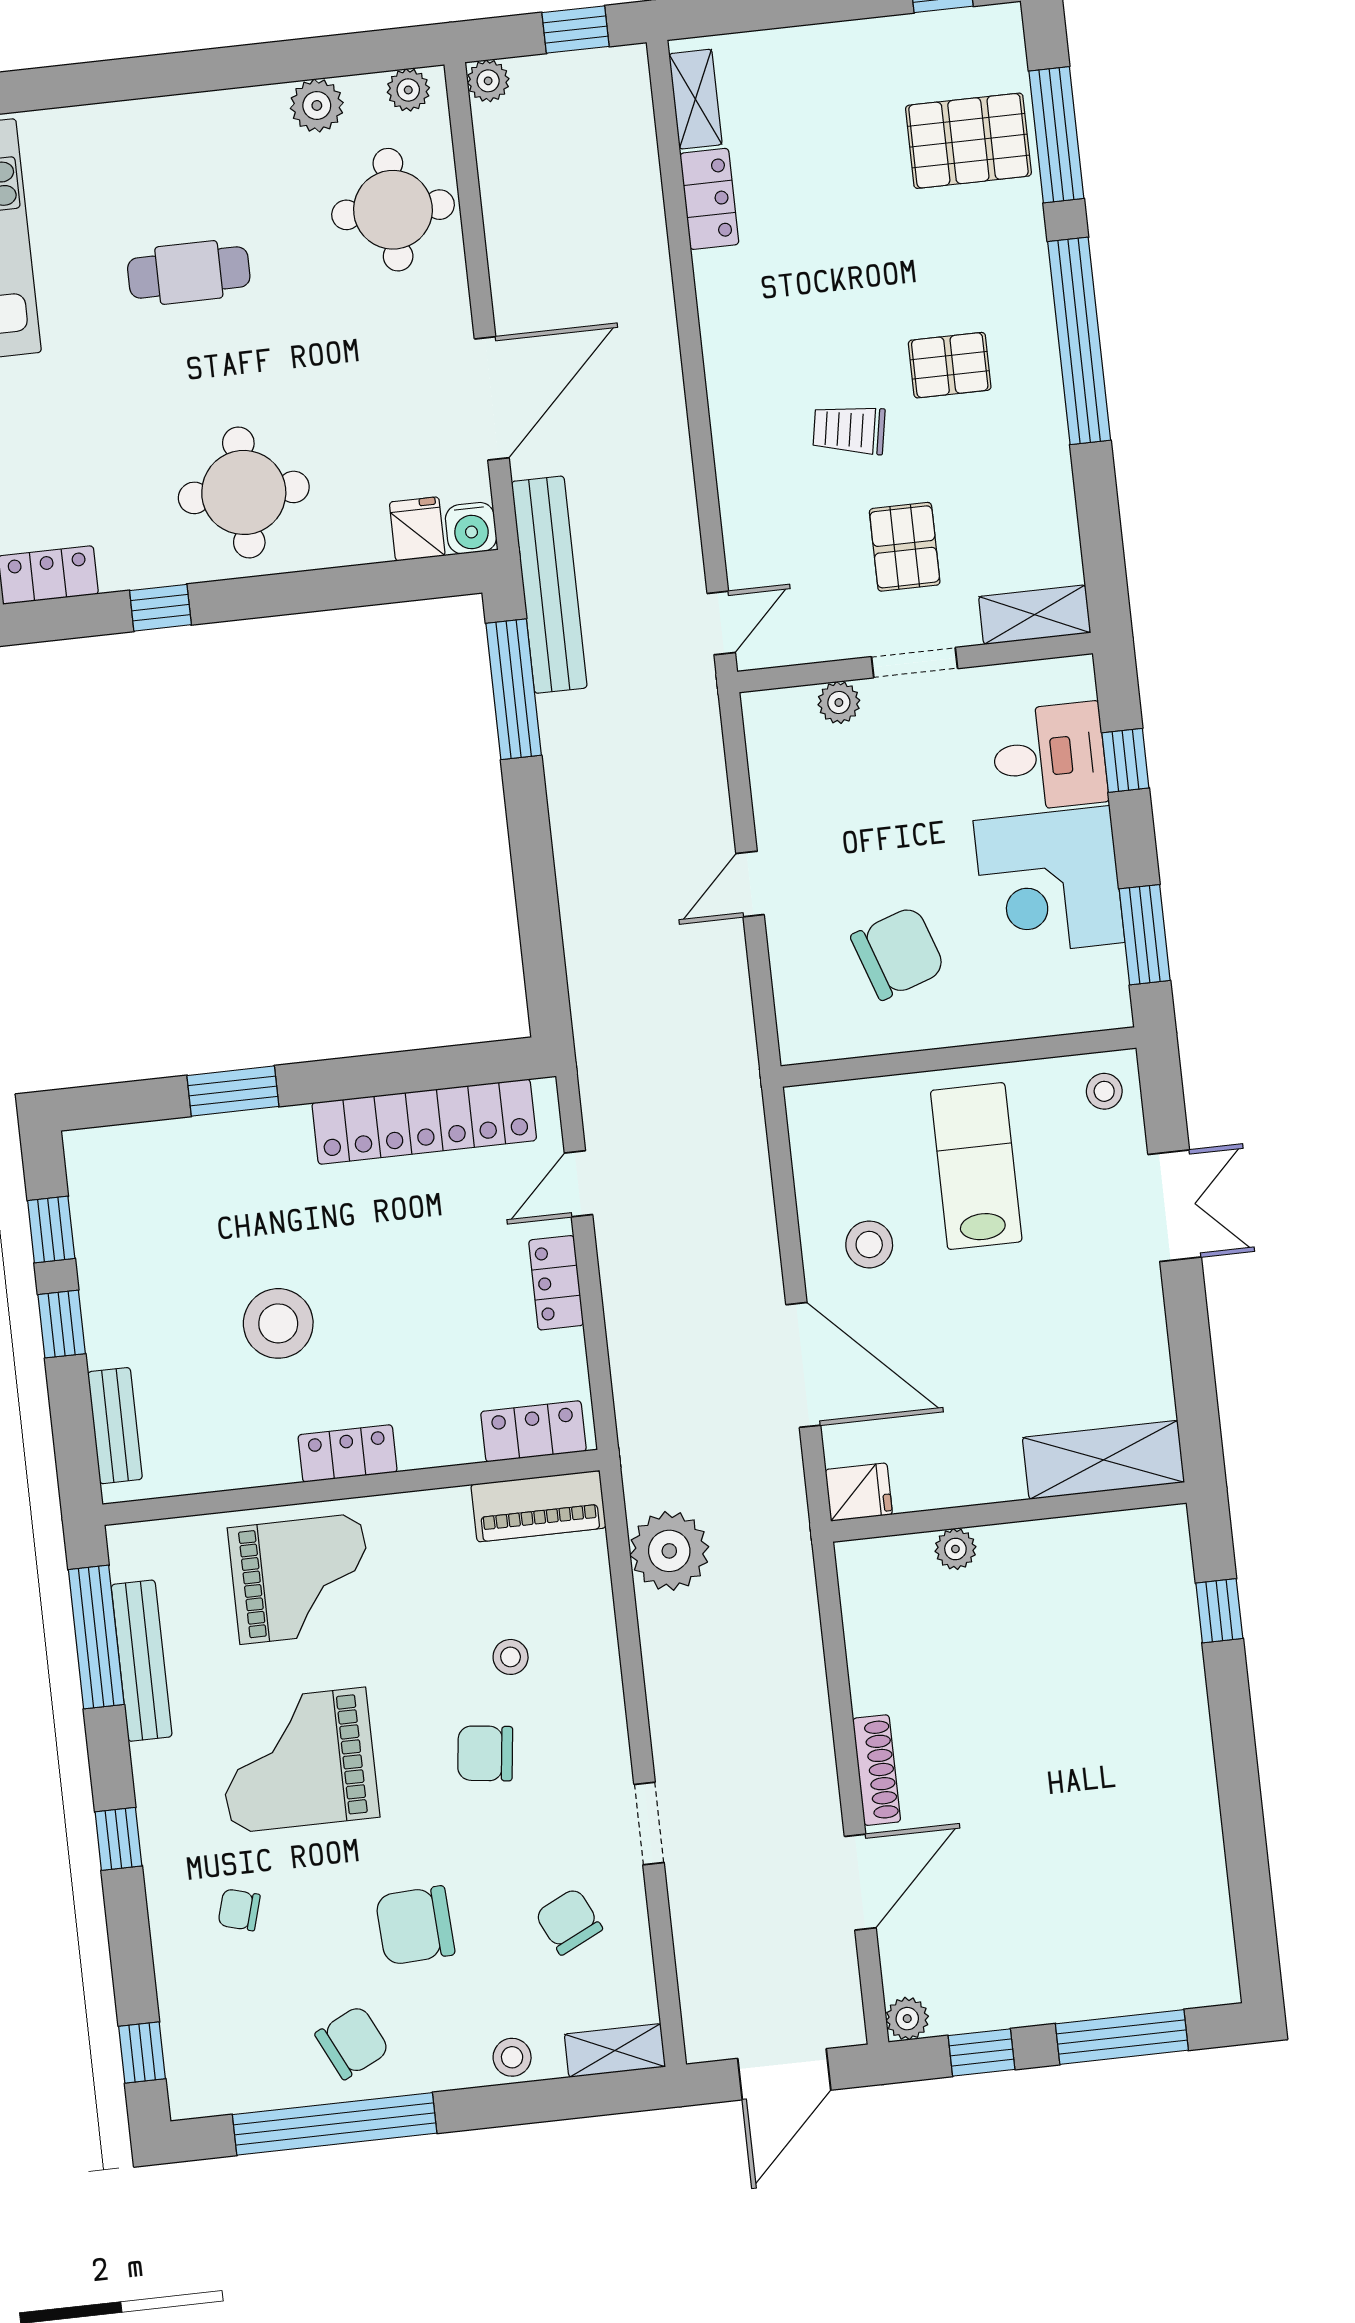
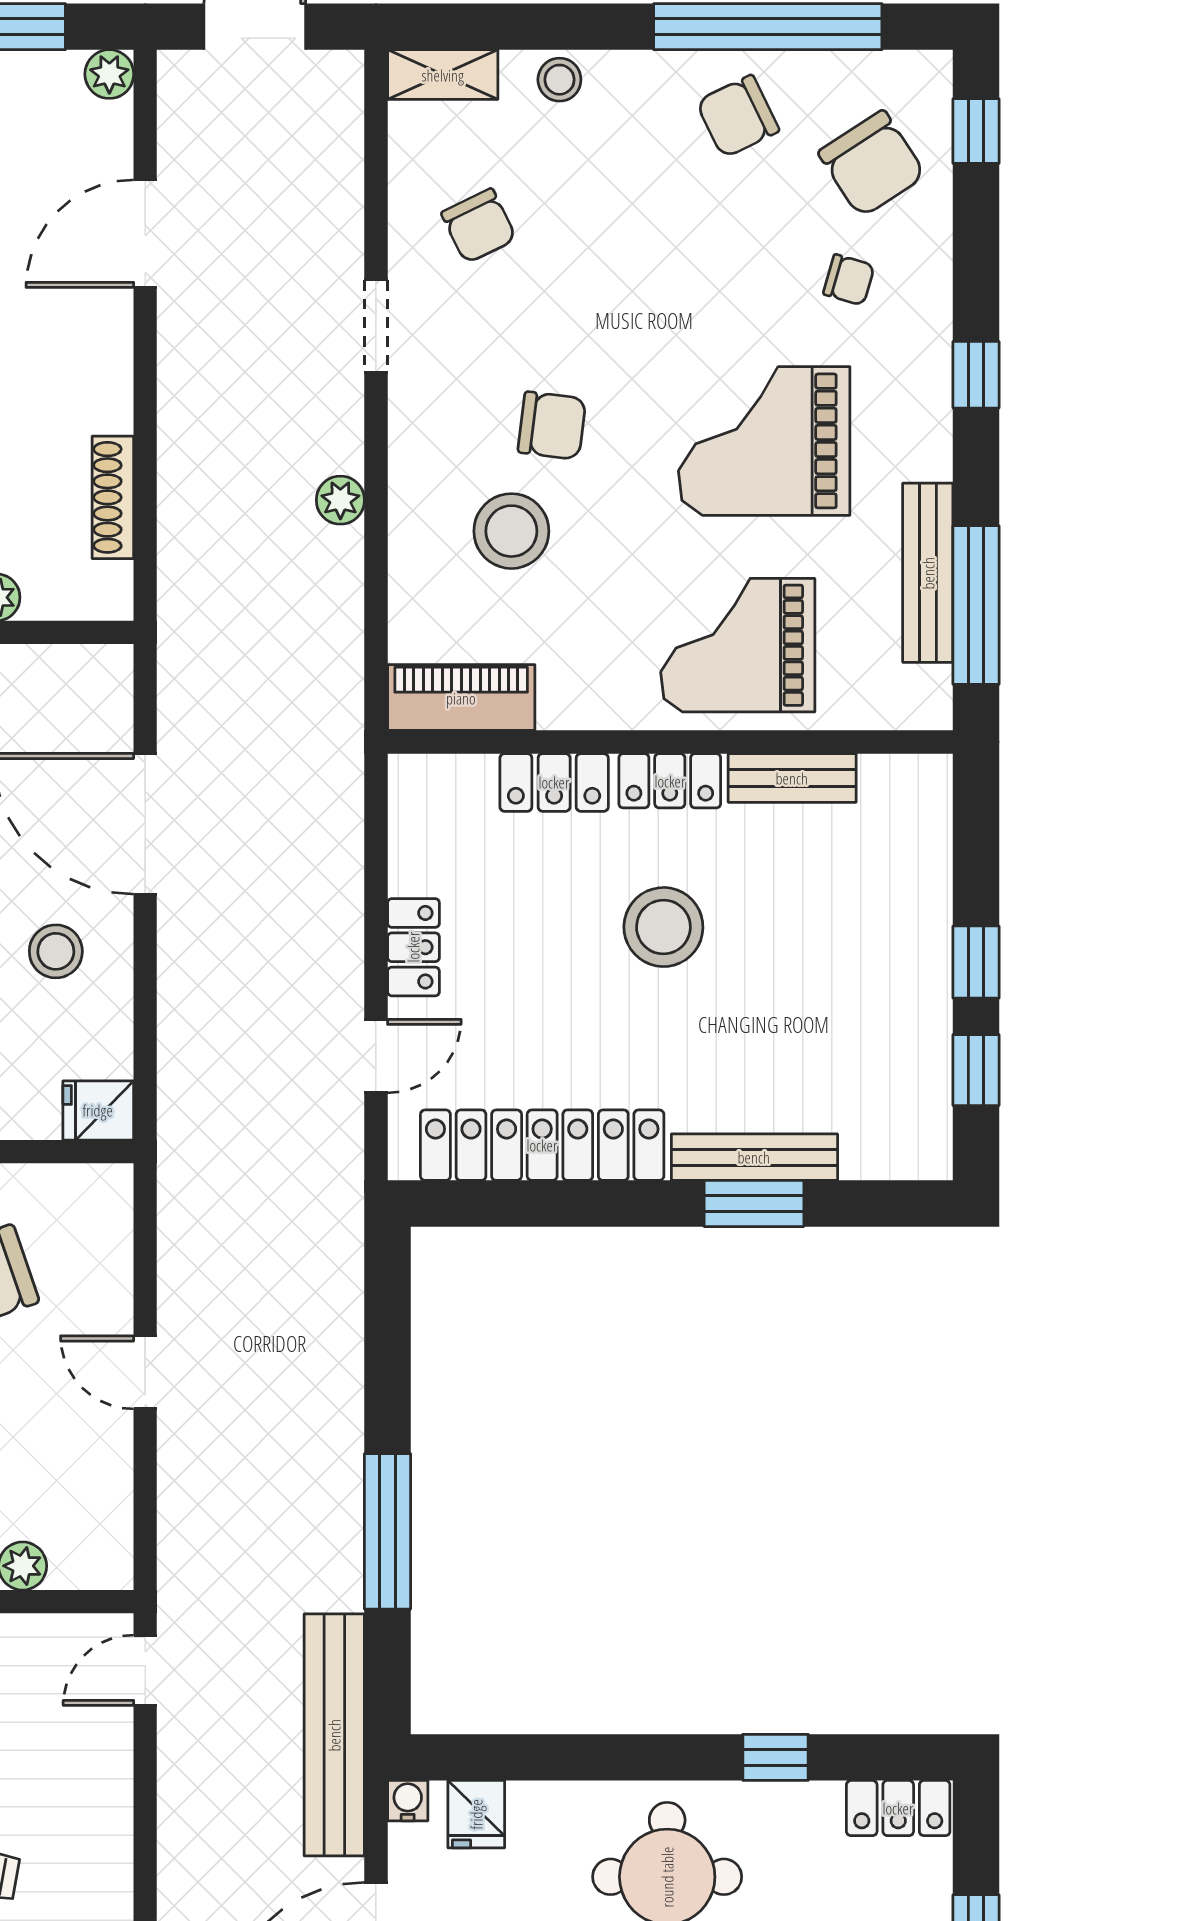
water cooler: (471, 528) -> (408, 1801), width x0.72, depth x0.72
window: (514, 689) -> (388, 1531), moved
door: (750, 884) -> (145, 1372), swing flipped
bench: (237, 1132) -> (754, 1157), added
stool: (278, 1323) -> (663, 927), moved
bench: (115, 1426) -> (792, 778), moved, turned 90
locker: (533, 1431) -> (554, 782), moved
fridge: (859, 1492) -> (98, 1110), moved
plant: (669, 1551) -> (340, 500), moved, width x0.53, depth x0.53
stool: (511, 1657) -> (511, 531), width x1.89, depth x1.89
grand piano: (298, 1760) -> (764, 441), turned 180
shoe rack: (877, 1770) -> (113, 497), moved
chair: (415, 1925) -> (872, 164), moved, turned 60

